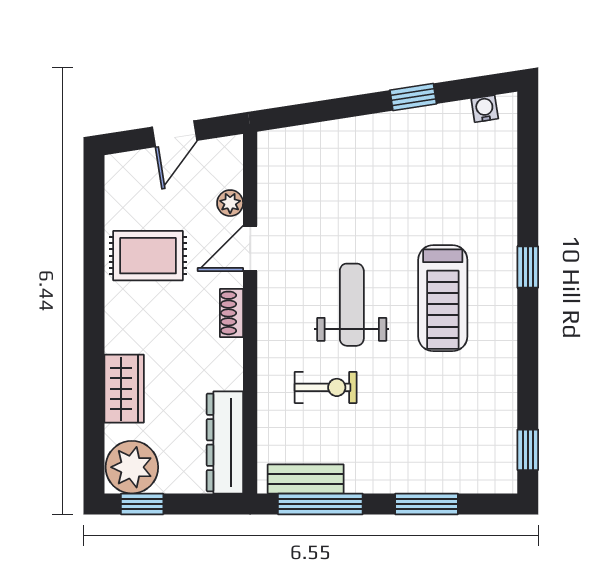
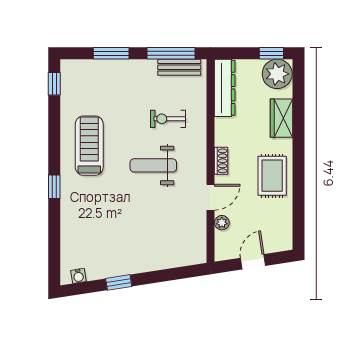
rug: (148, 256) -> (272, 176), moved, turned 90
treadmill: (443, 298) -> (89, 146), moved
weight bench: (352, 305) -> (153, 165), turned 90

